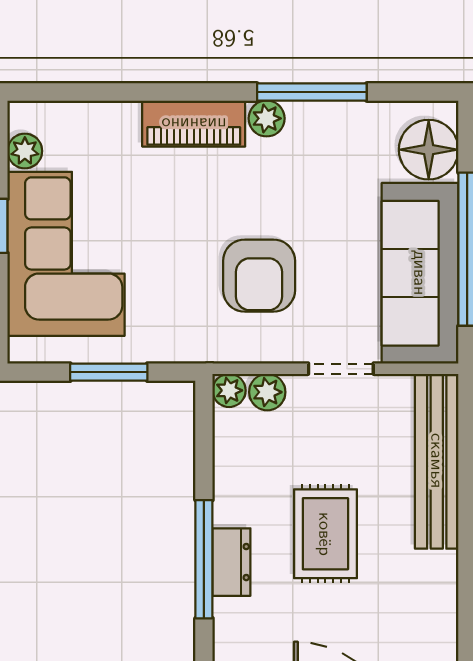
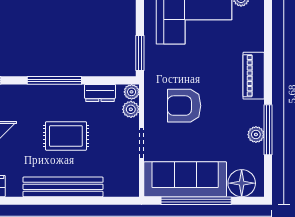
plant: (267, 118) -> (256, 135), moved
window: (109, 372) -> (140, 53), moved
bench: (437, 461) -> (63, 187), moved
dresser: (231, 562) -> (100, 93), moved

